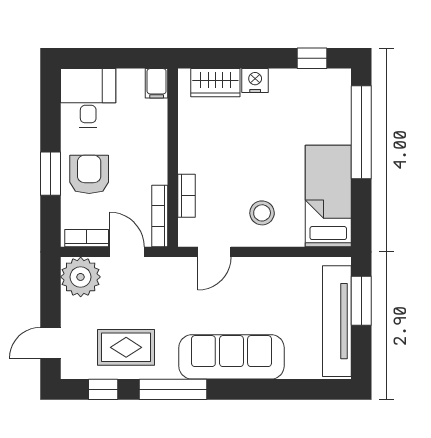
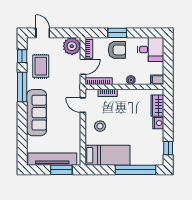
plant: (157, 143) -> (131, 80), added

